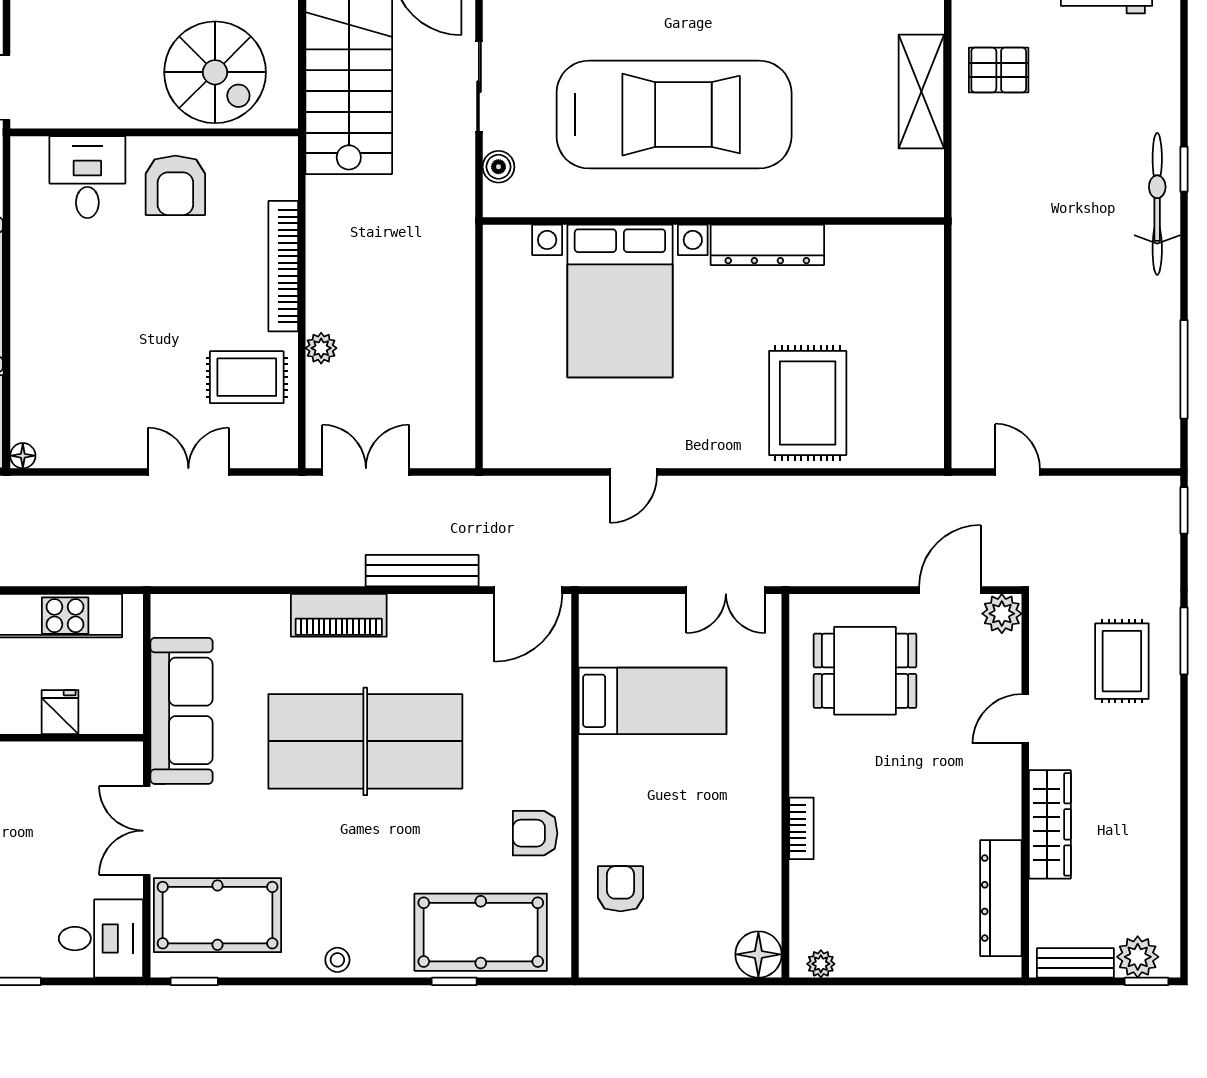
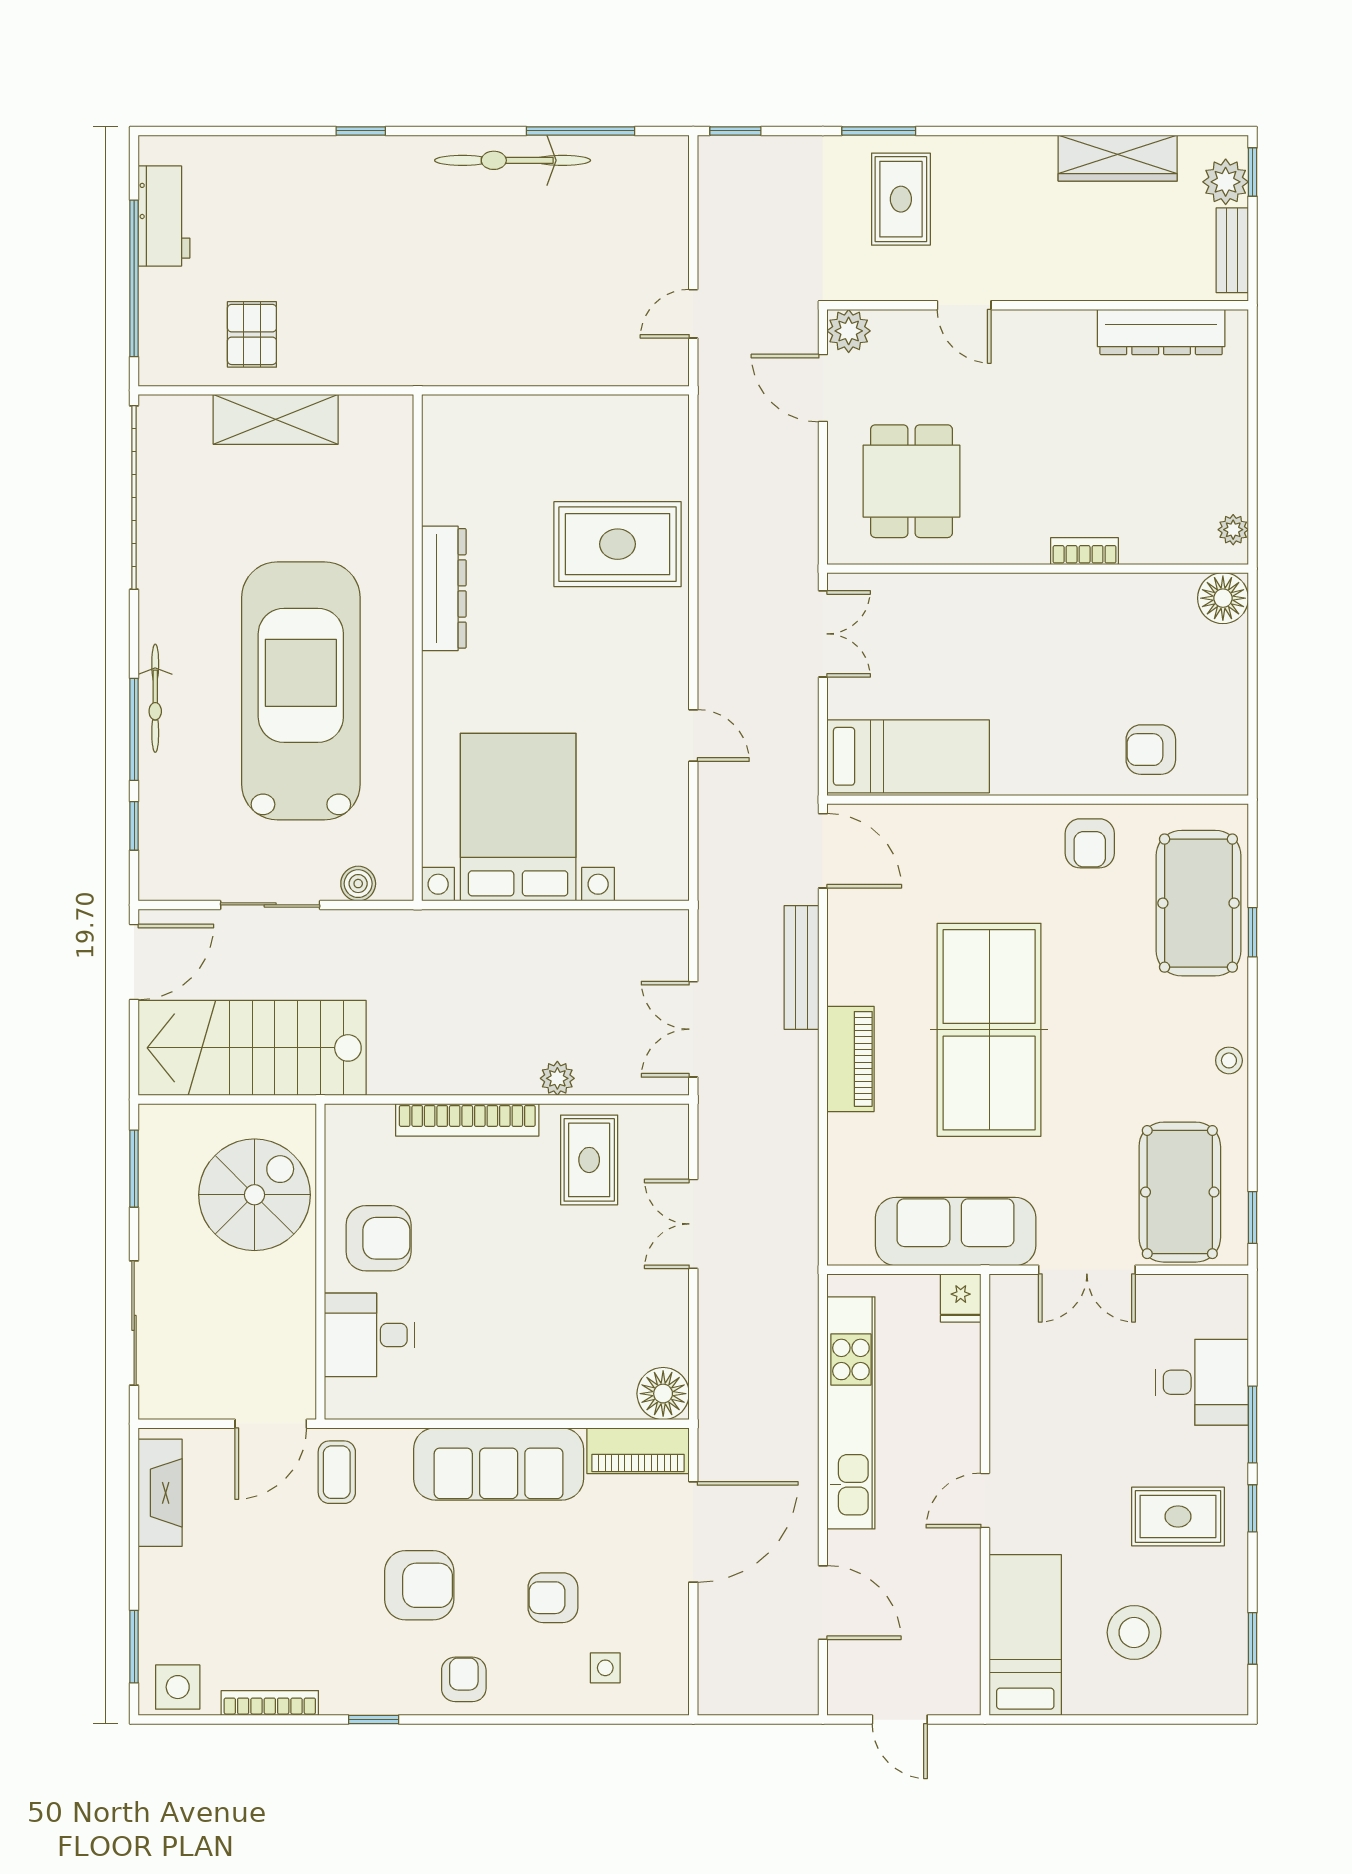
bicycle: (1157, 204) -> (513, 160), moved
bed with nightstands: (620, 301) -> (518, 817), moved, turned -90
floor lamp: (23, 456) -> (663, 1394), width x1.89, depth x1.89
rug: (1122, 661) -> (901, 199), turned 90
bed: (653, 701) -> (908, 756), moved, turned 90
fridge: (60, 712) -> (961, 1298), moved, turned -90
wardrobe: (1050, 824) -> (1118, 158), moved, turned 180
desk: (101, 939) -> (1202, 1382), moved, turned 90

